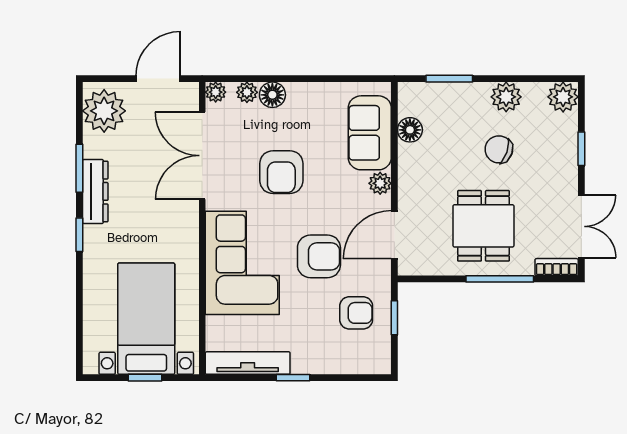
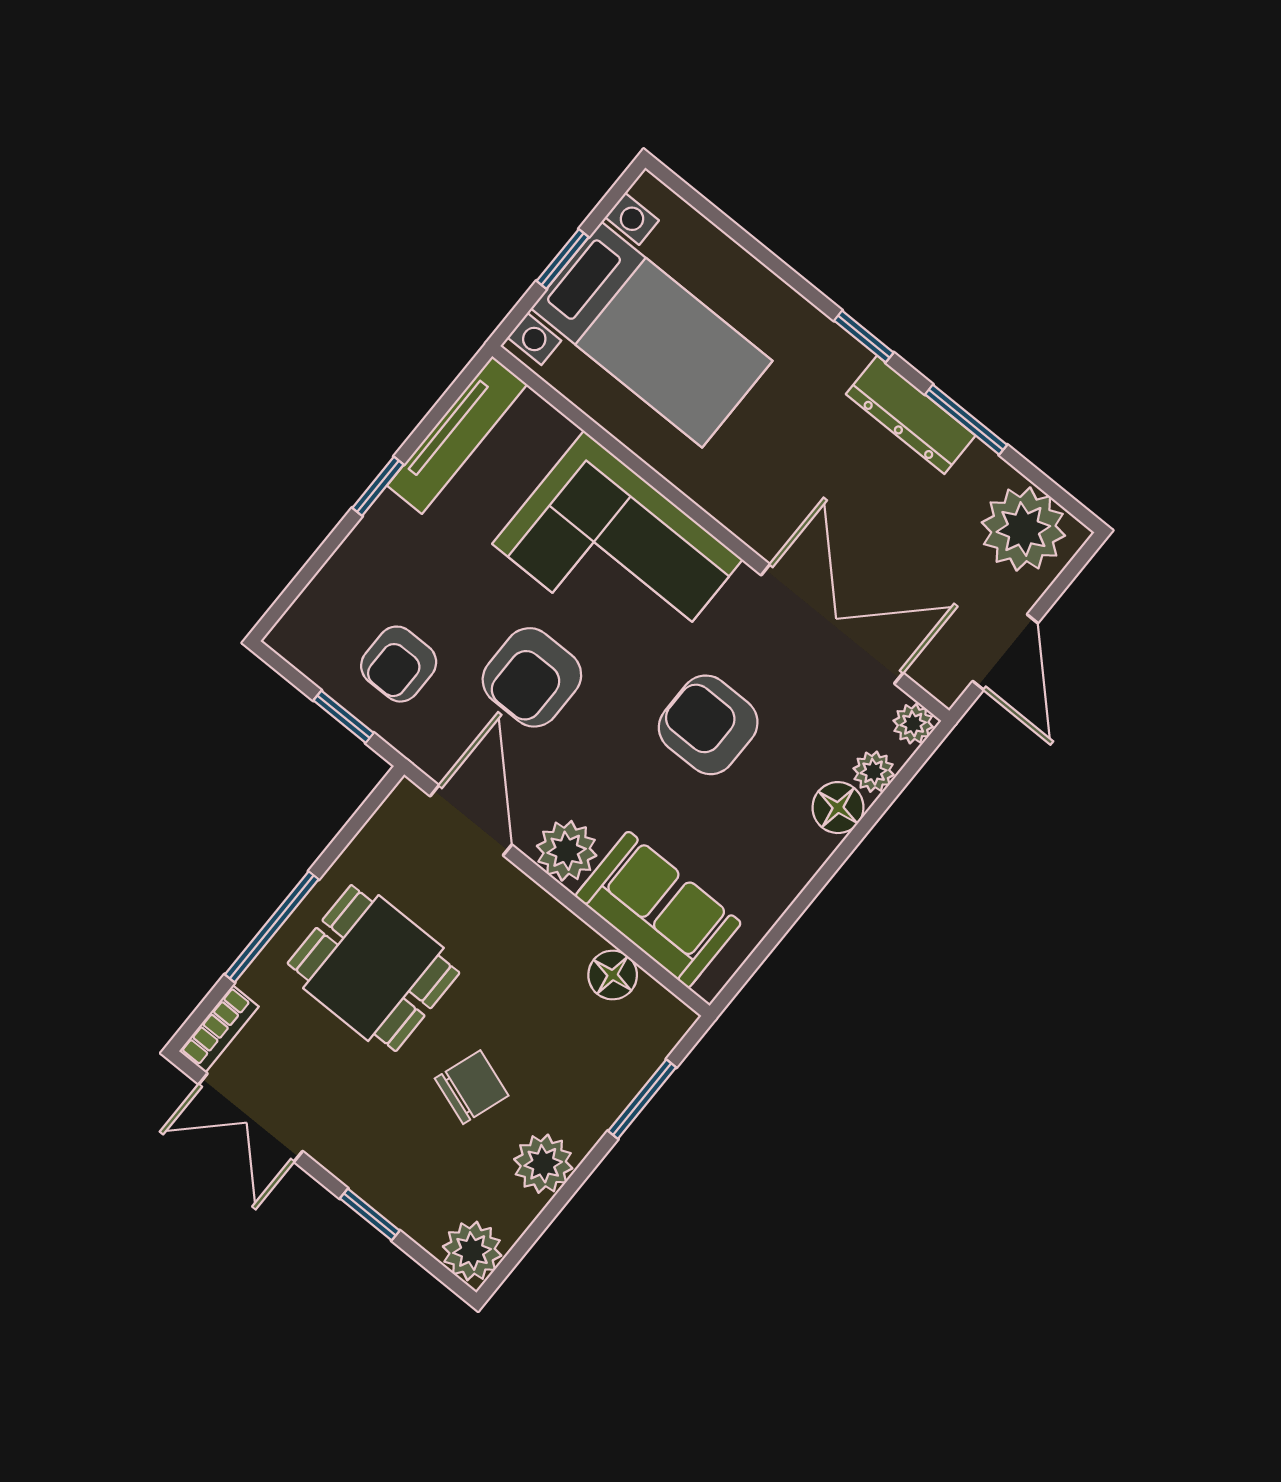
plant: (380, 183) -> (567, 851), width x1.38, depth x1.38

